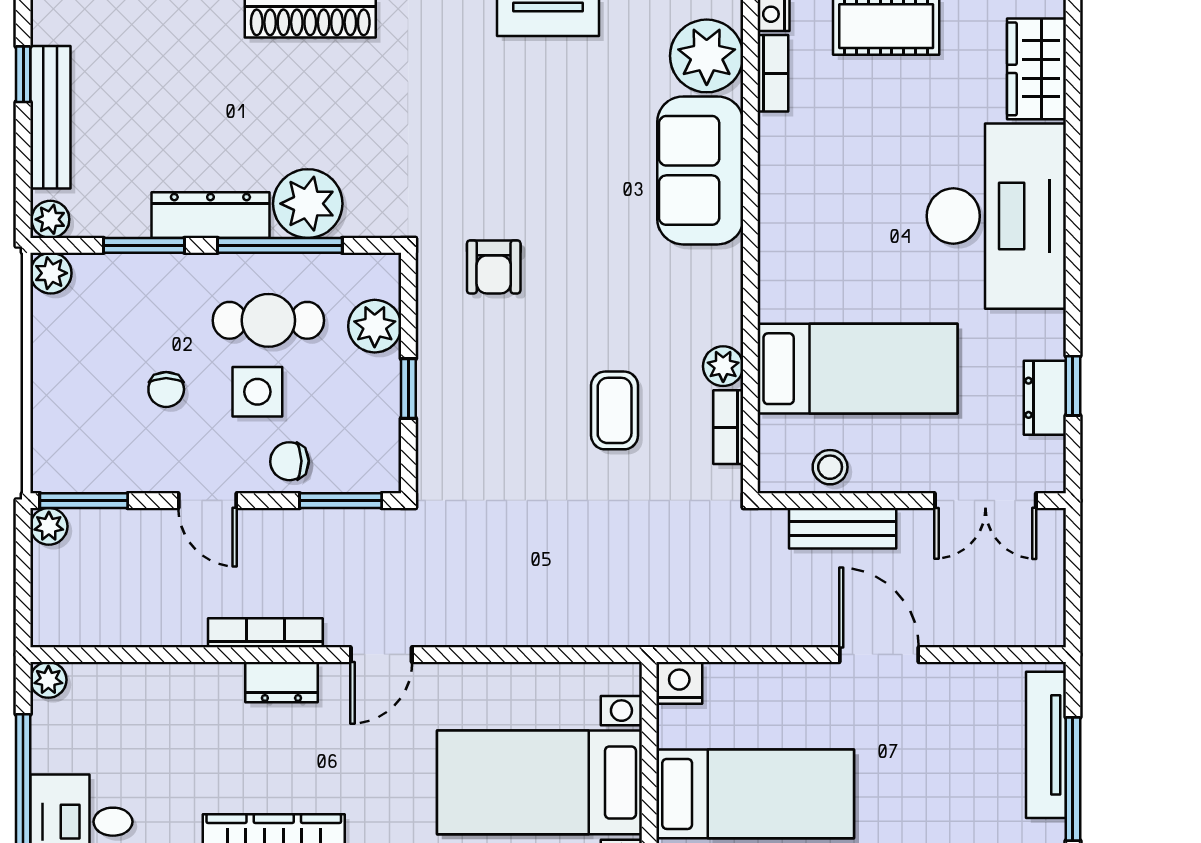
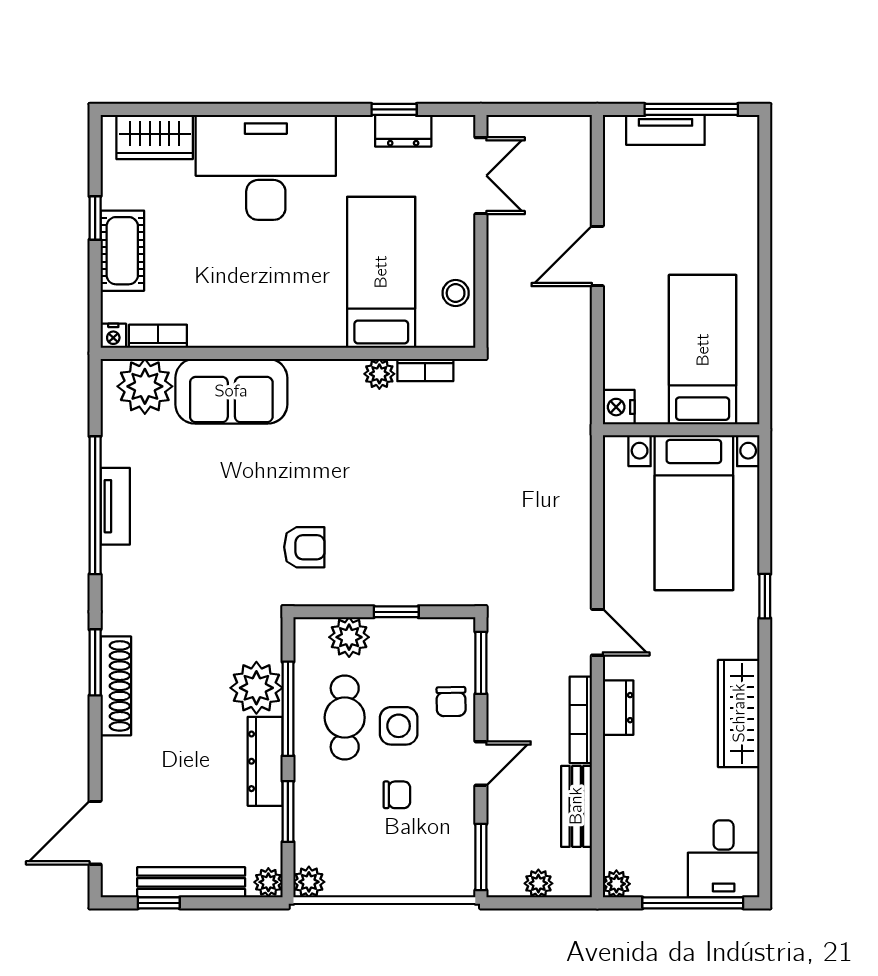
coffee table: (615, 410) -> (413, 456), removed
plant: (49, 526) -> (538, 883), moved
bench: (843, 528) -> (576, 806), moved
tv unit: (1046, 745) -> (665, 130), width x0.71

